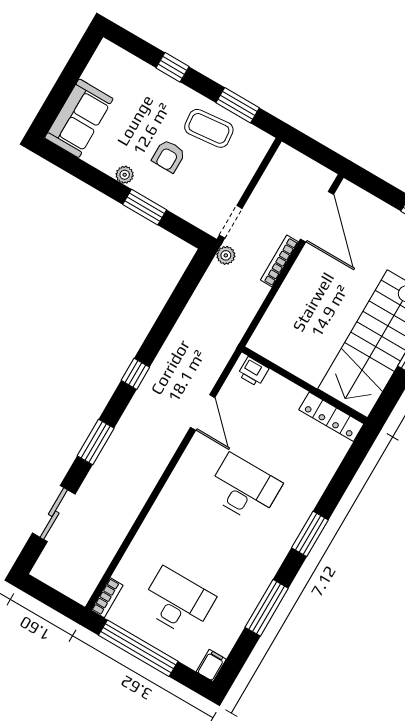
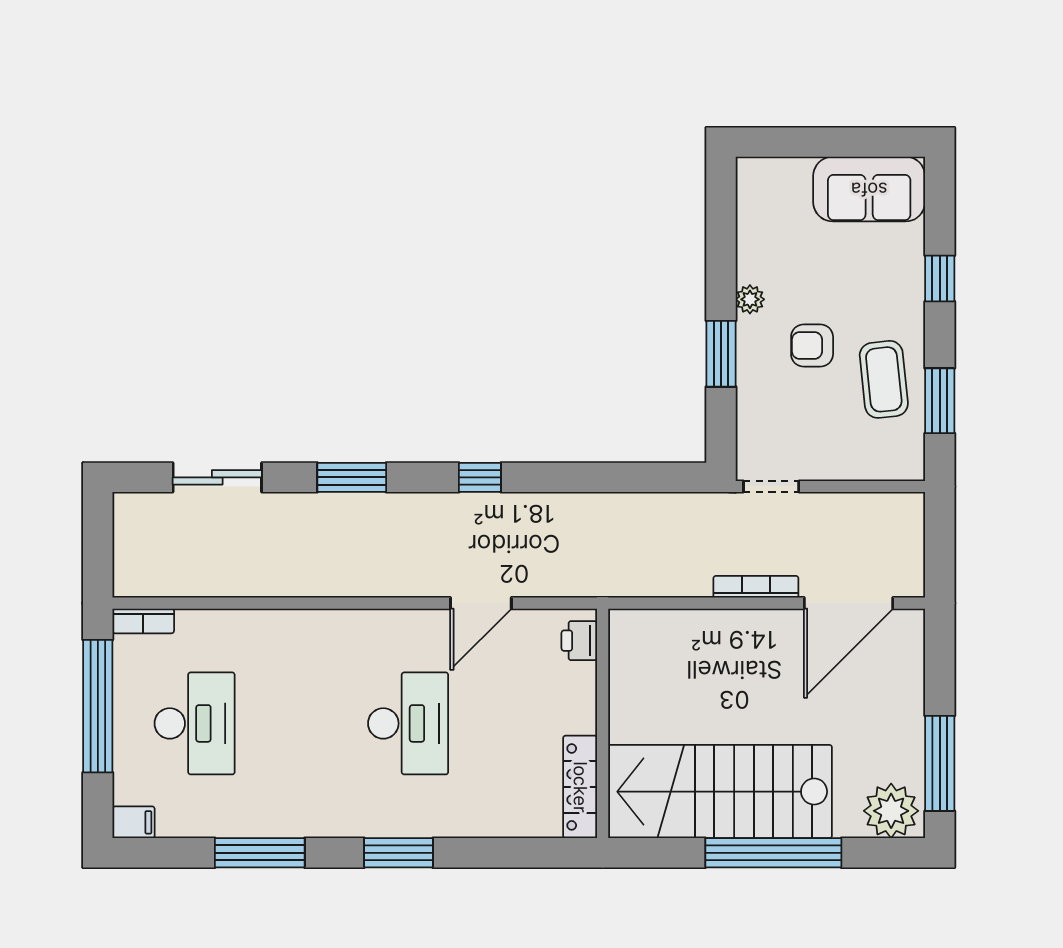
sofa: (79, 118) -> (869, 189), moved
plant: (226, 255) -> (720, 507), removed

